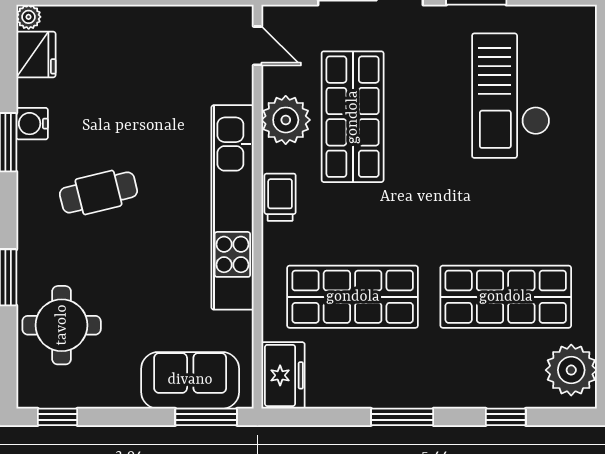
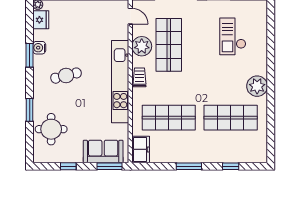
checkout: (511, 96) -> (233, 36), width x0.73, depth x0.83
plant: (571, 370) -> (257, 86), moved
window: (57, 417) -> (68, 166), moved

